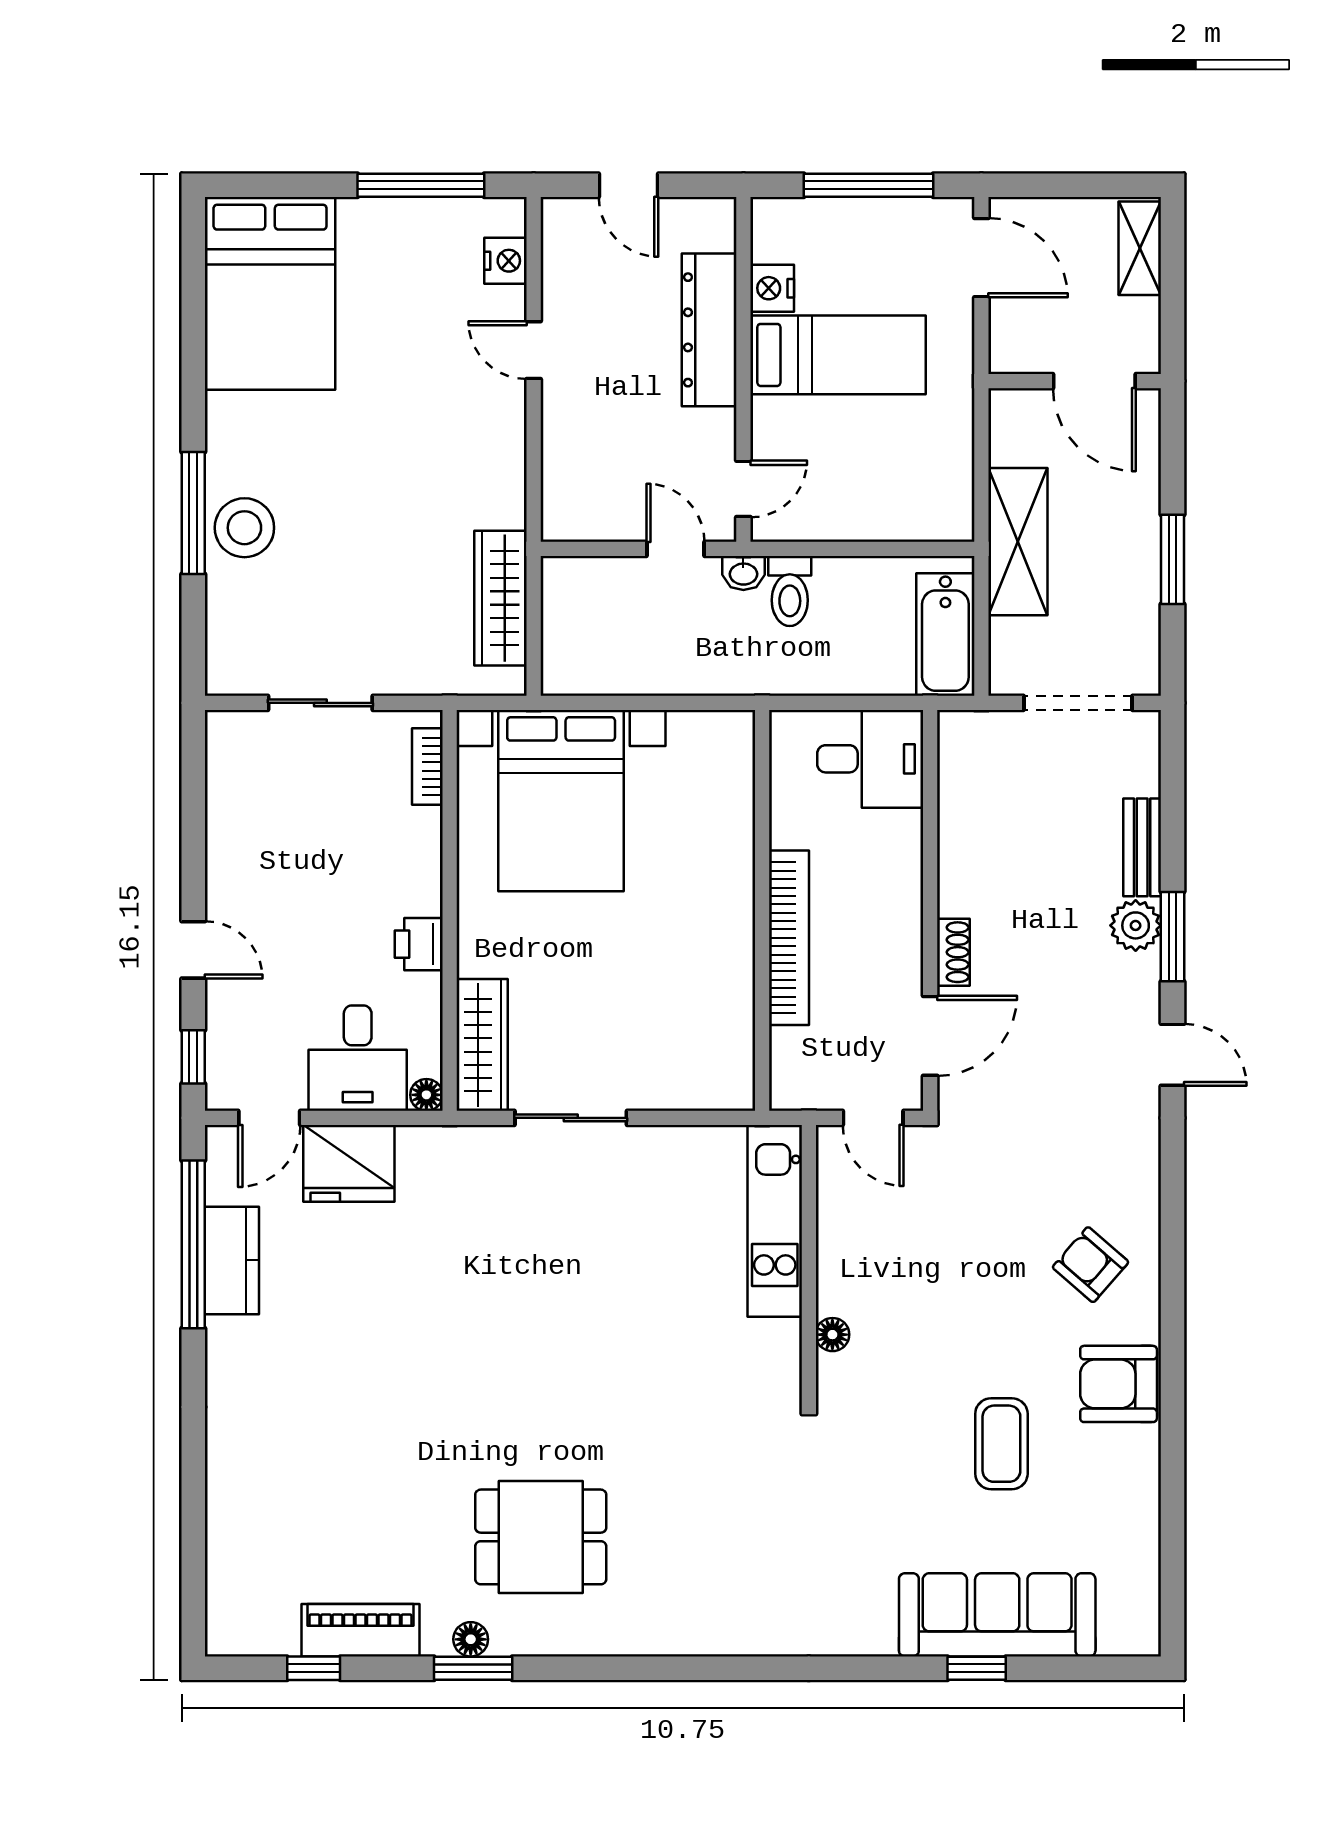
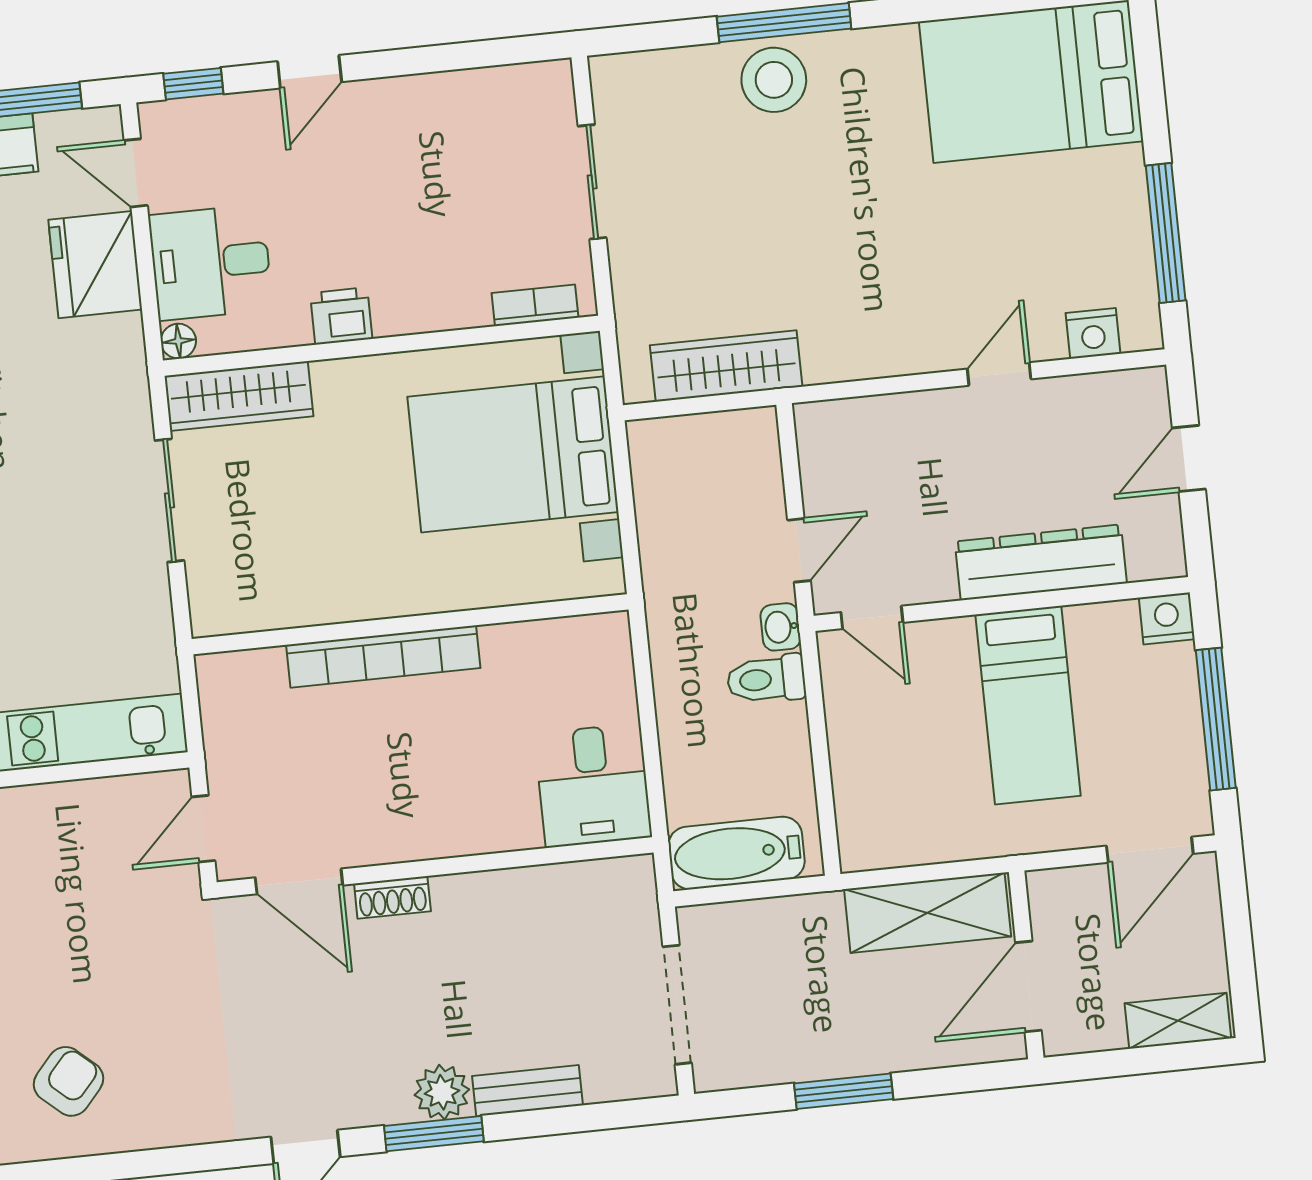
nightstand: (772, 288) -> (1167, 618), moved
shelving: (1018, 542) -> (928, 913), moved
wall: (762, 910) -> (410, 624), moved
bookcase: (789, 938) -> (383, 656), moved

